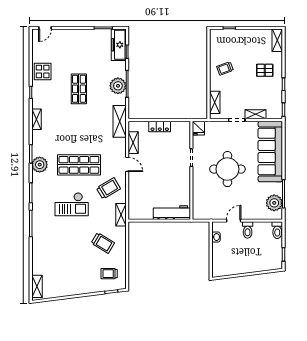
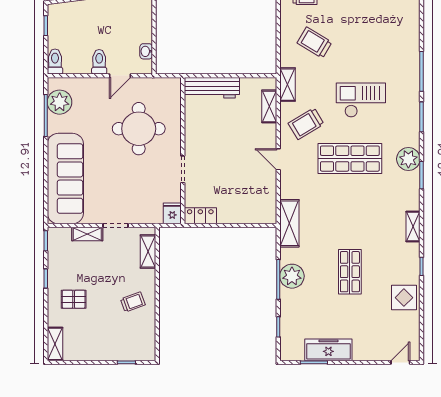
freezer: (119, 45) -> (328, 350), moved, turned -90
locker: (160, 126) -> (200, 216), moved
shelving: (133, 143) -> (269, 106), moved
round table: (227, 169) -> (139, 129), moved

